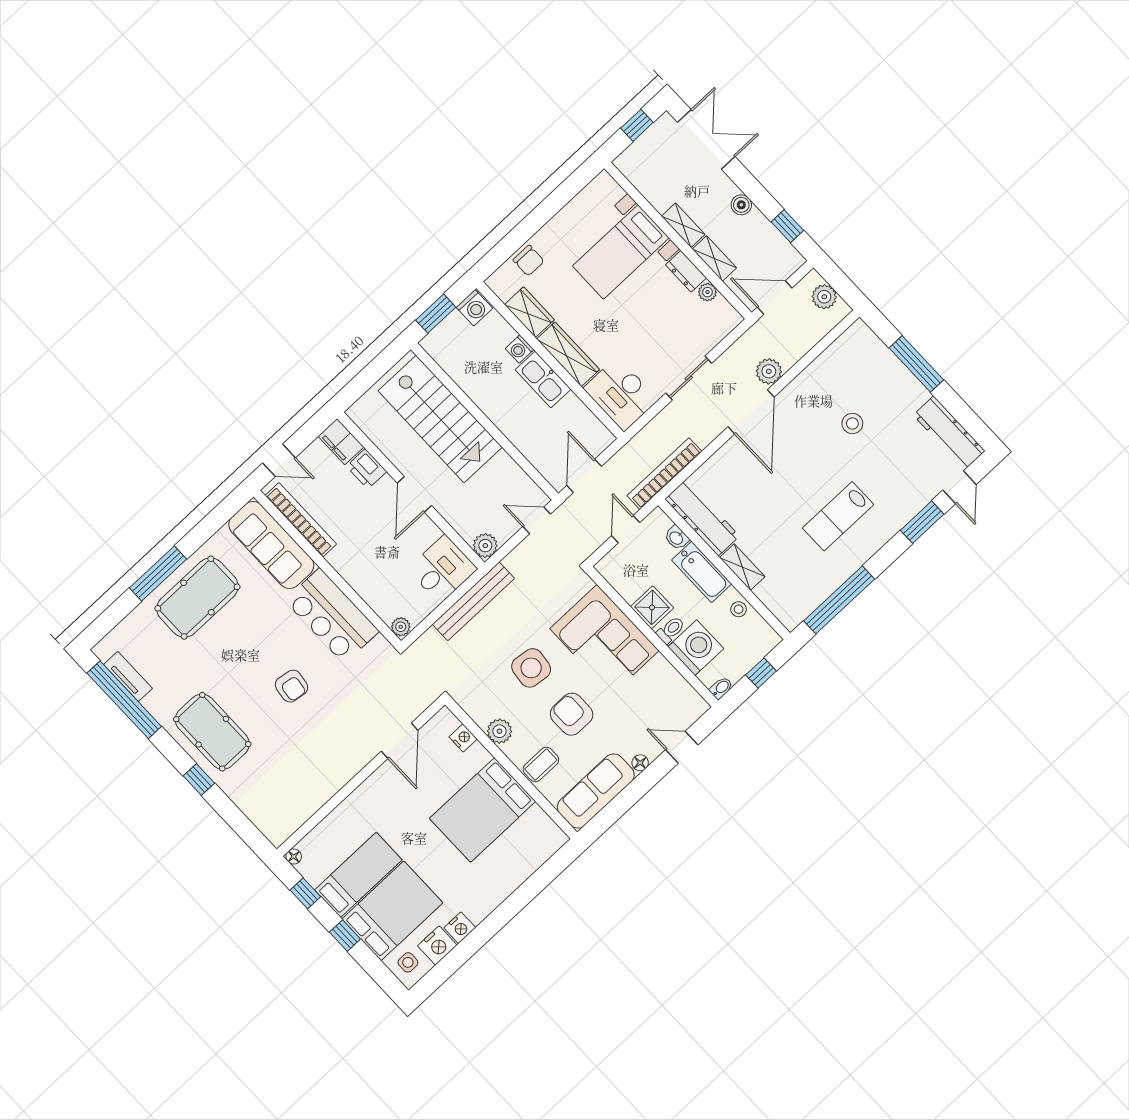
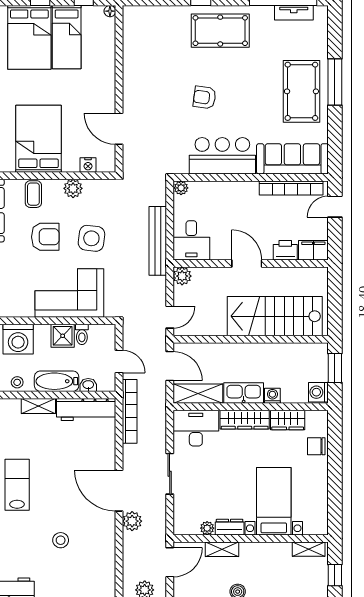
shelving: (683, 225) -> (309, 549), moved
shelving: (585, 423) -> (198, 394), added
toilet: (671, 630) -> (82, 334), moved

